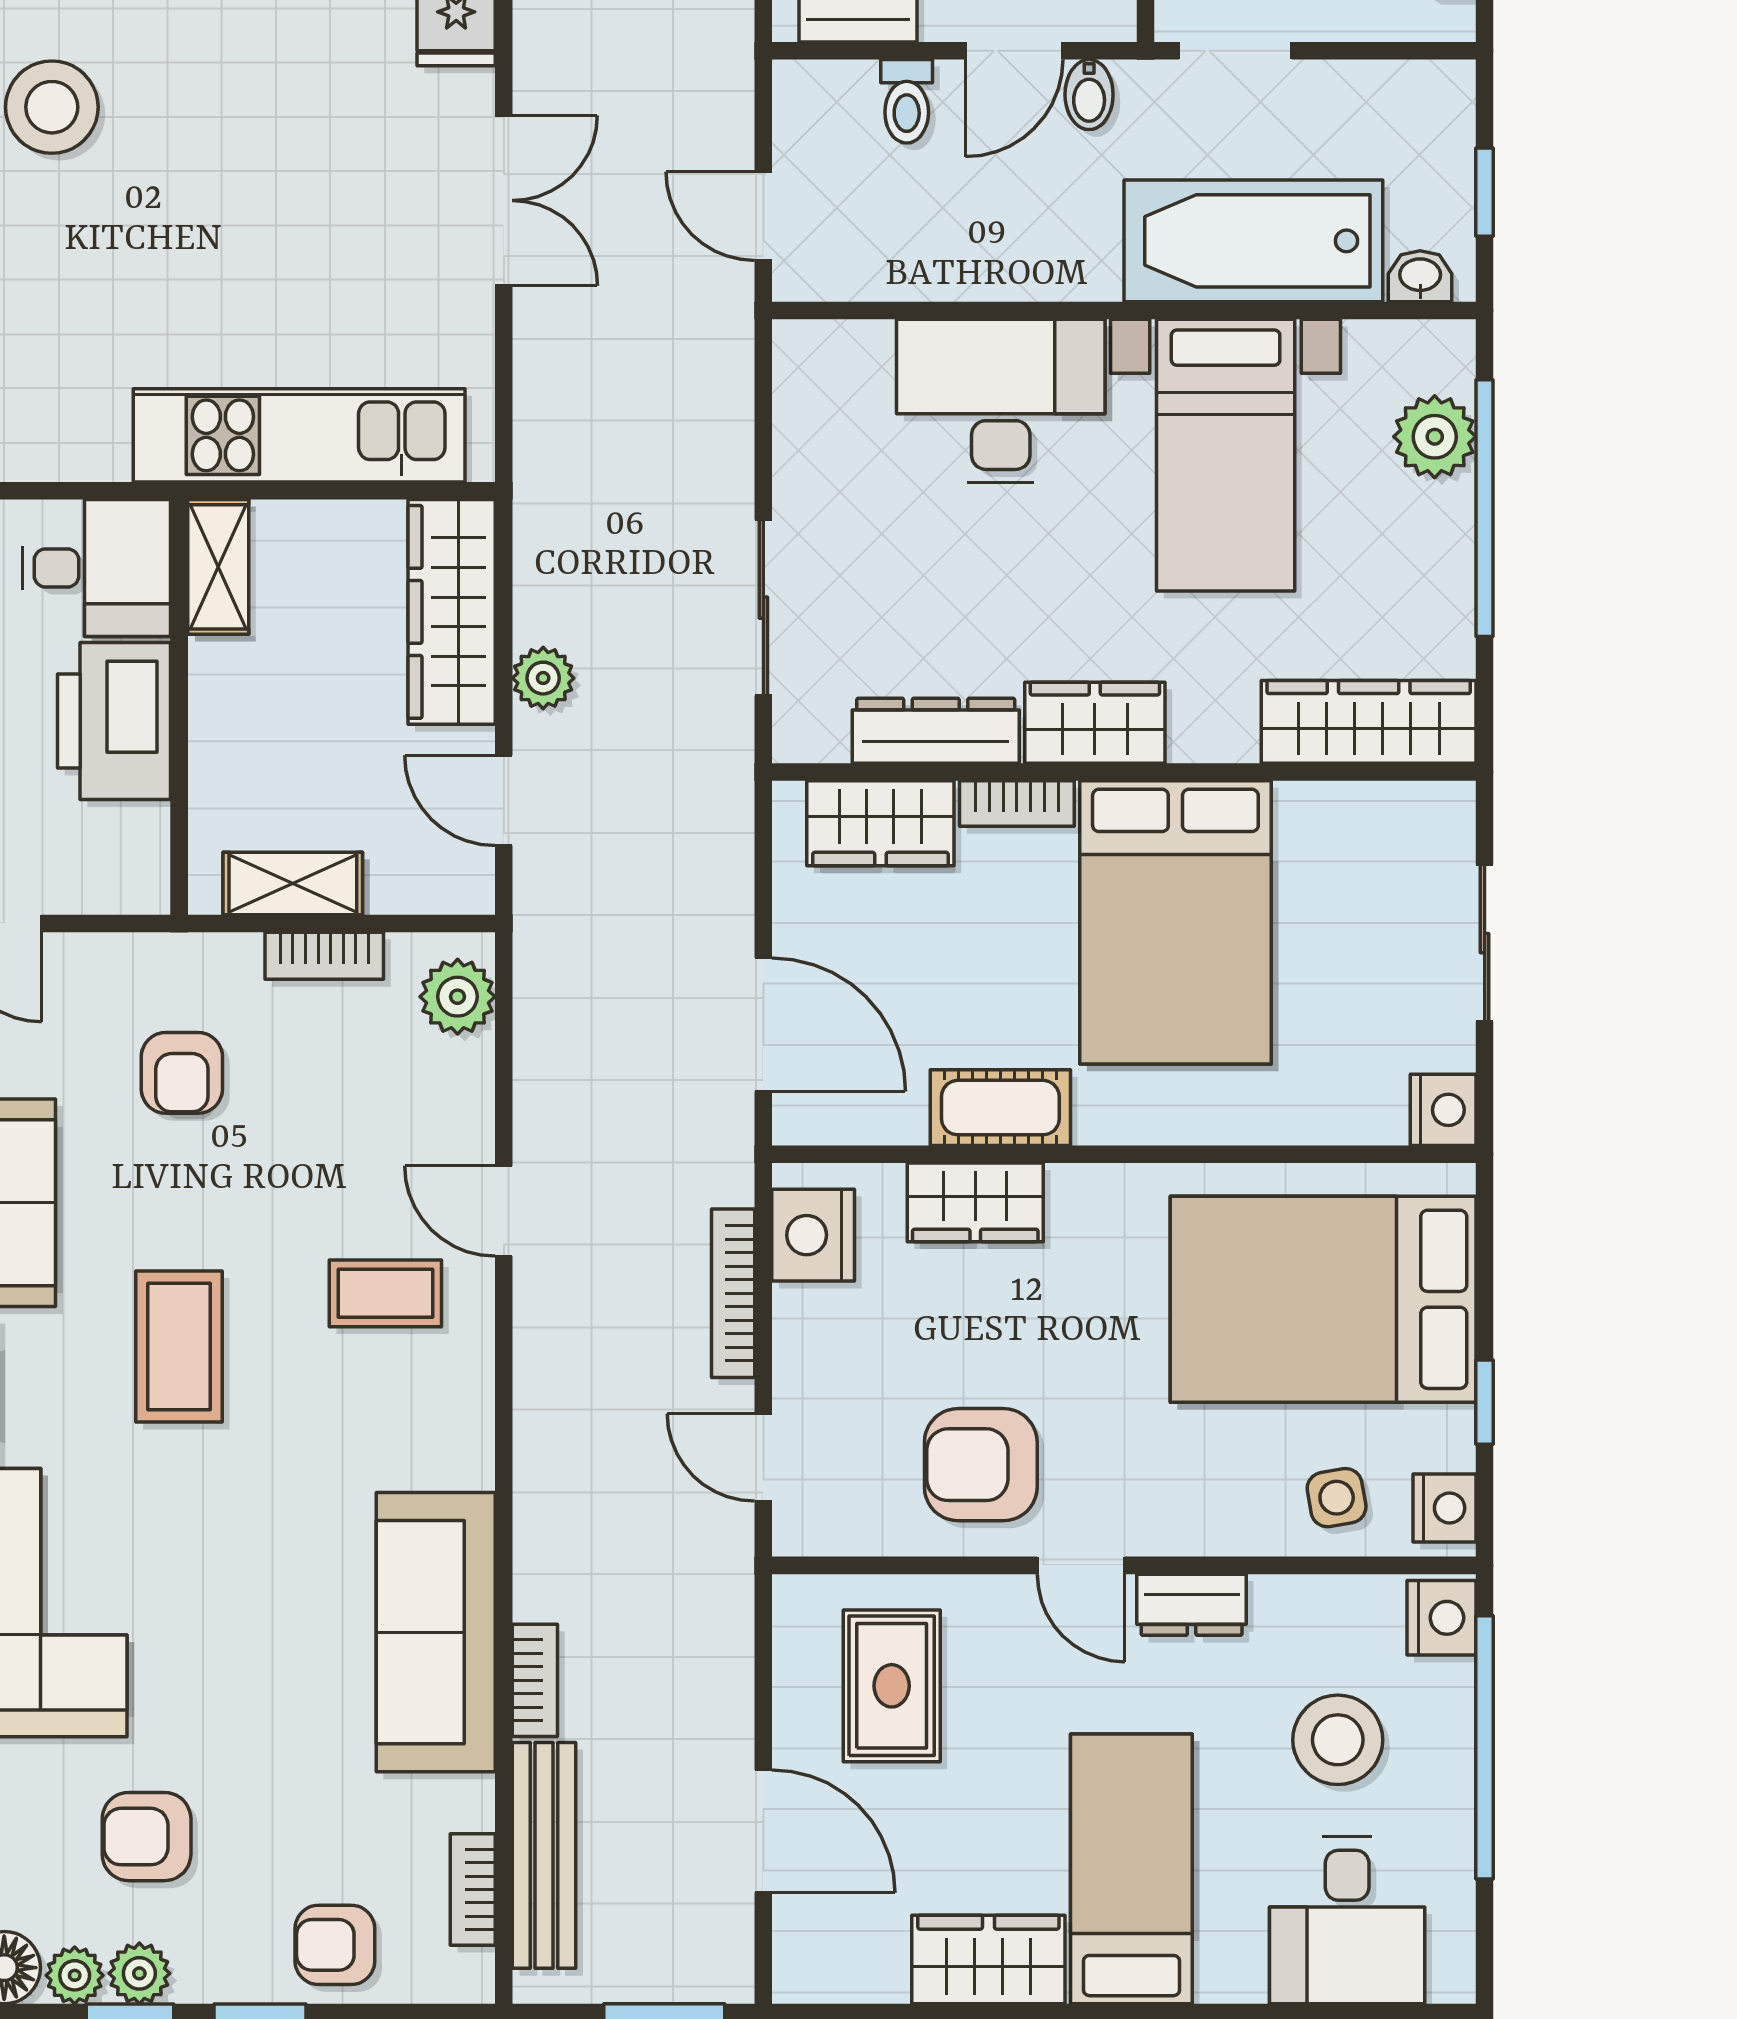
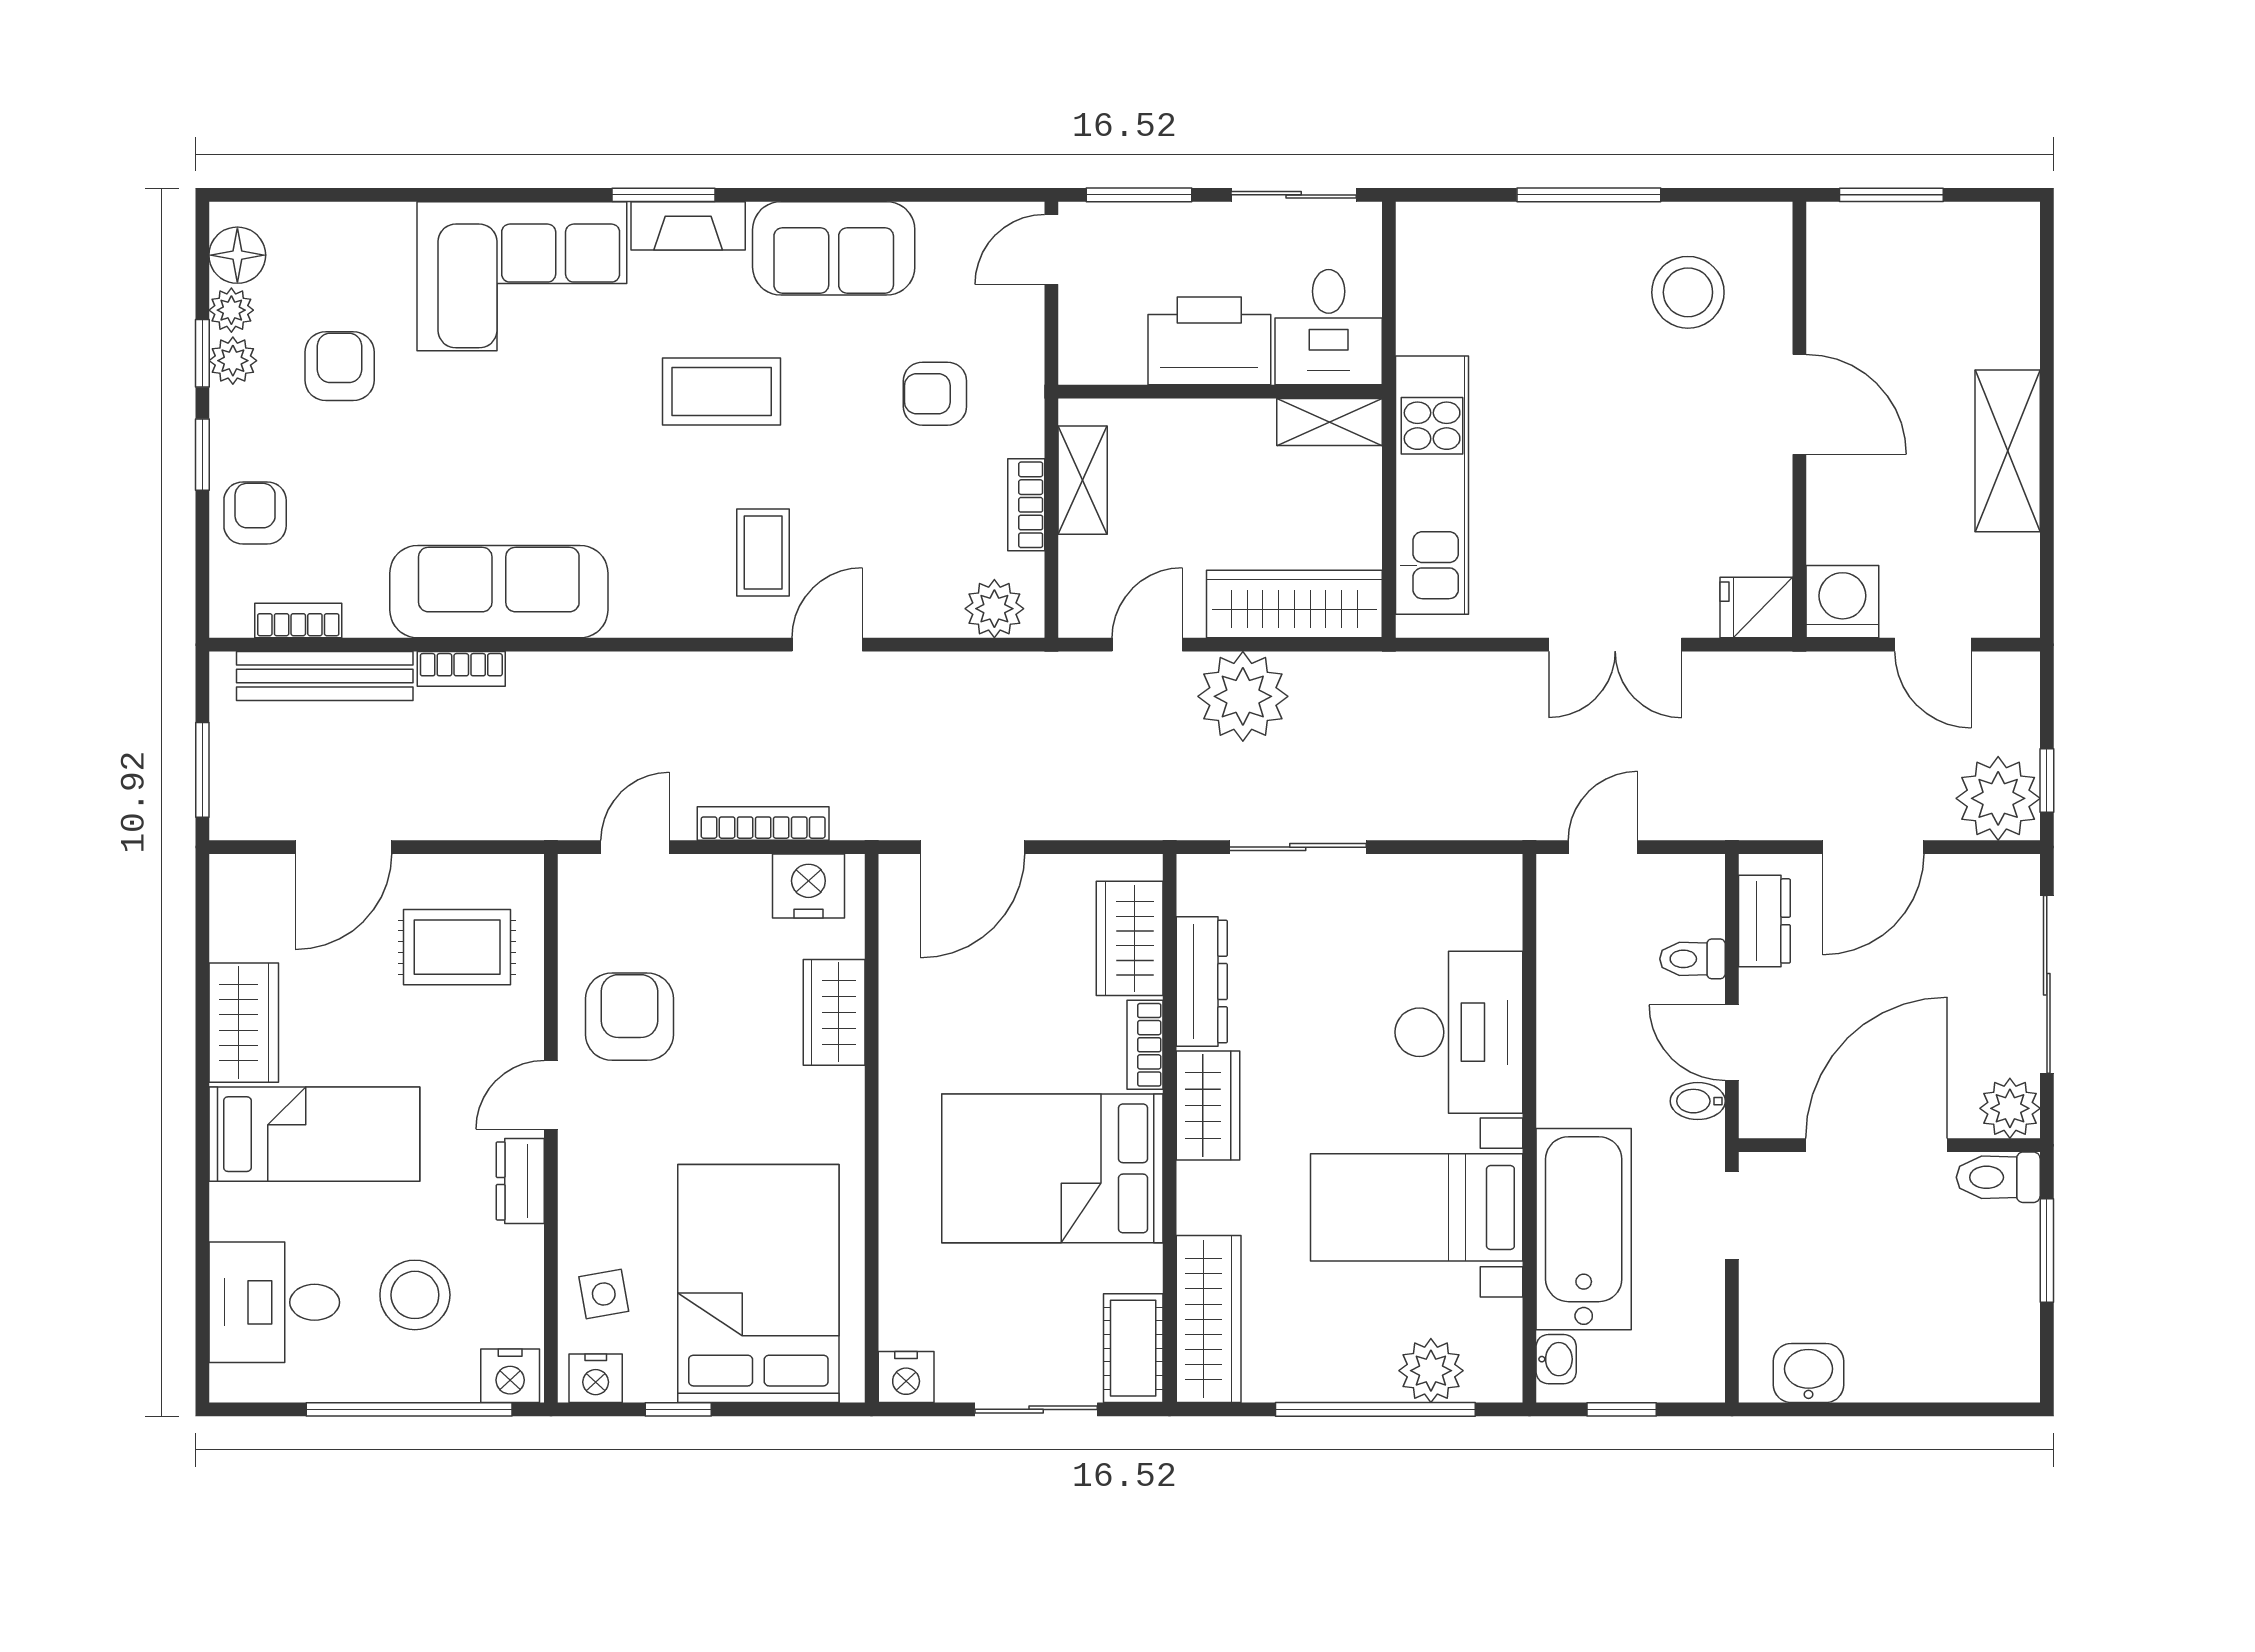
plant: (543, 678) -> (1243, 696), width x1.88, depth x1.88
cot: (1000, 1108) -> (1133, 1348), moved

